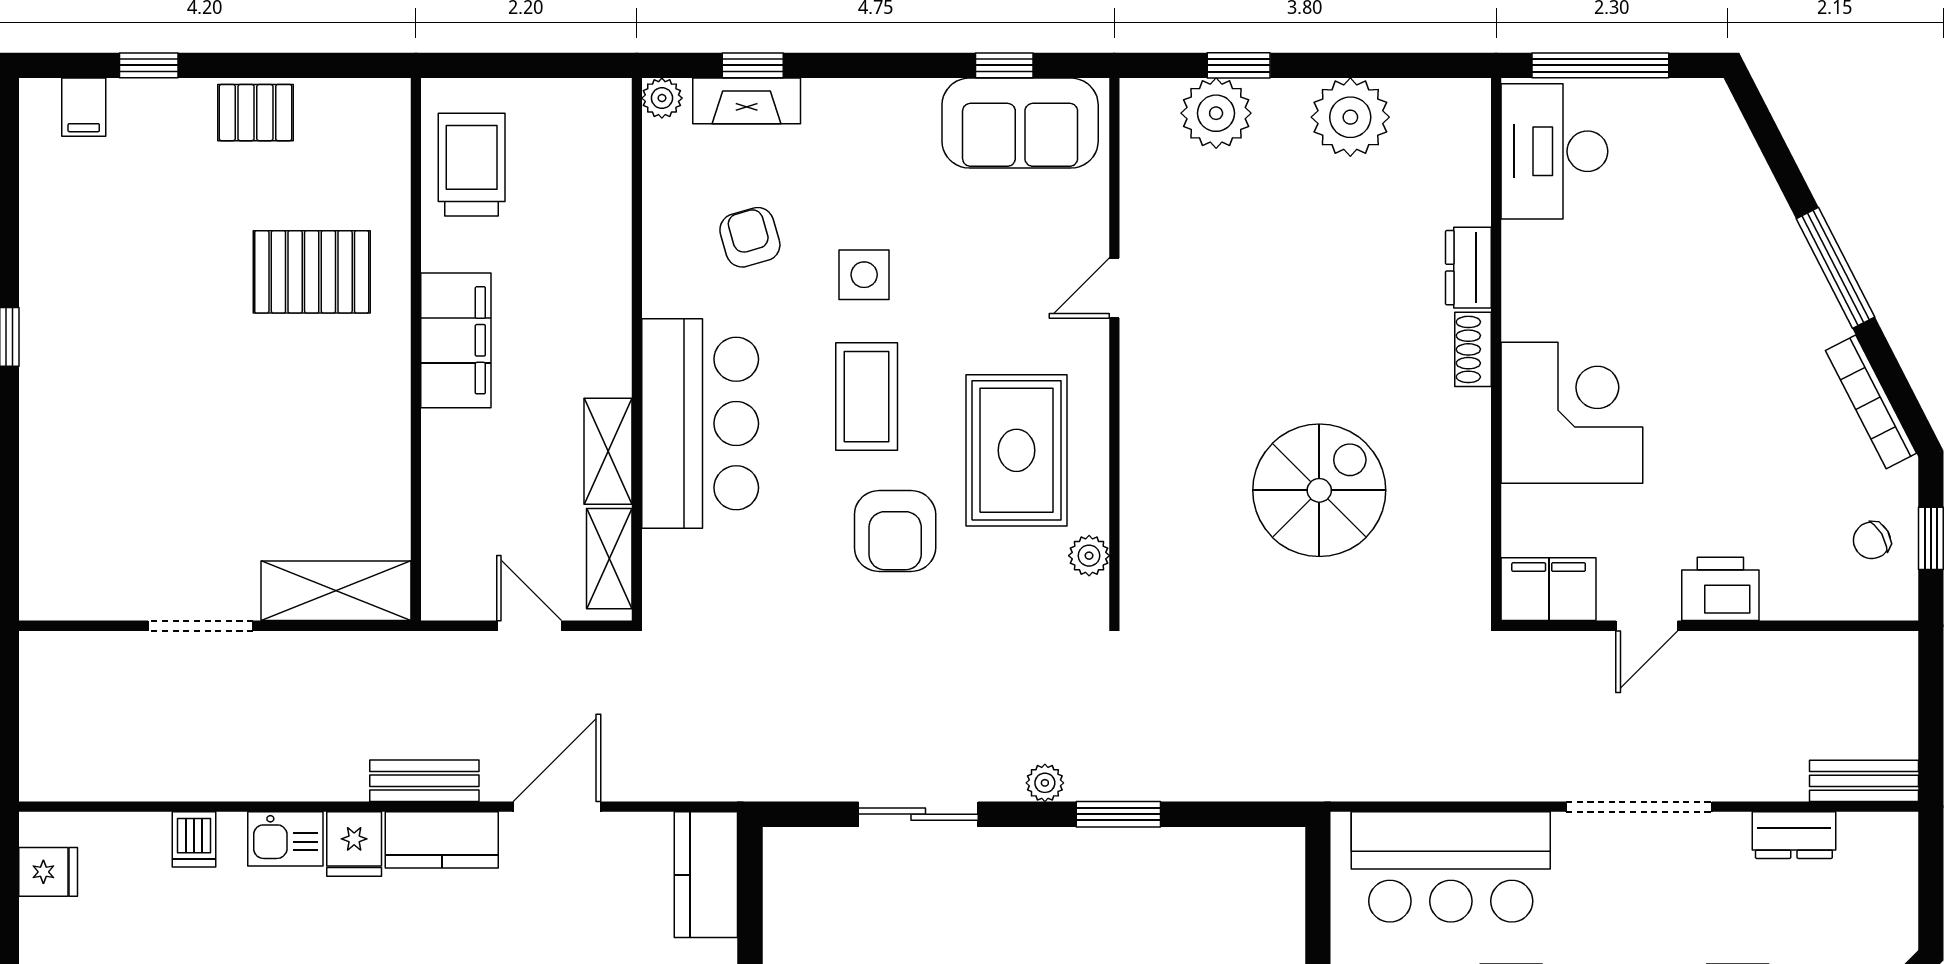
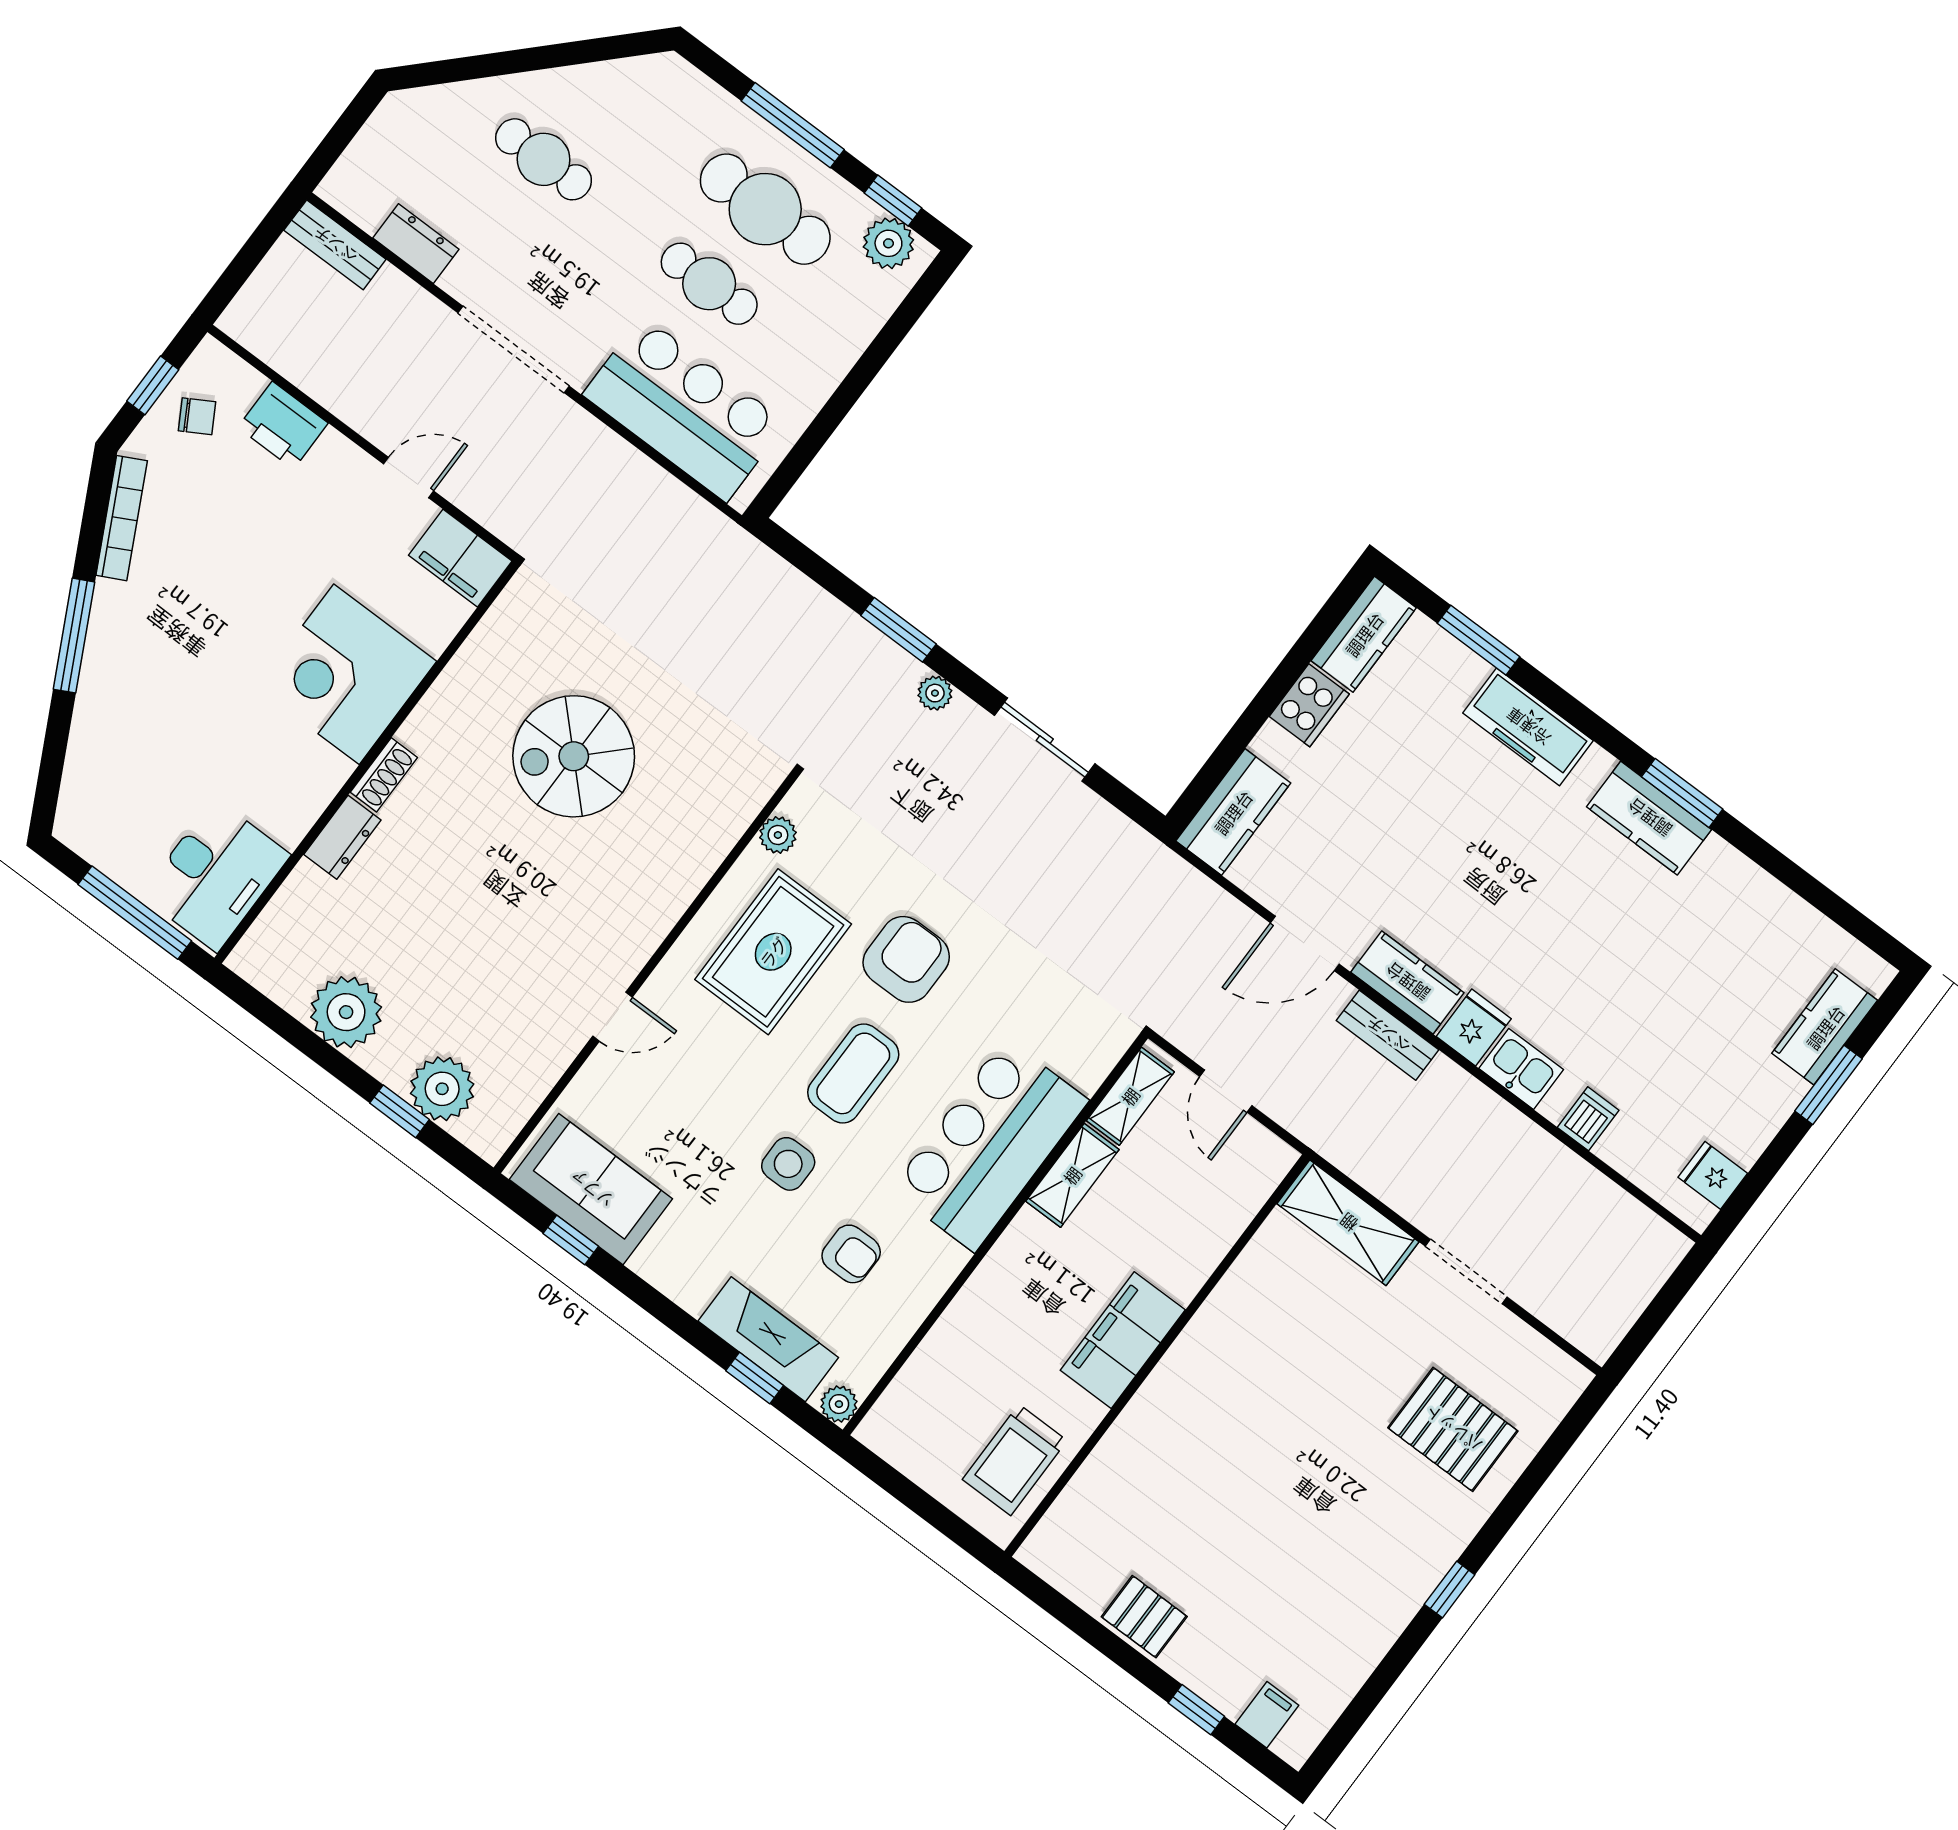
fireplace: (747, 101) -> (768, 1339), width x1.37, depth x1.32
armchair: (750, 237) -> (851, 1254), turned -74
pallet: (312, 272) -> (1453, 1429), moved
printer: (1720, 589) -> (283, 425), moved

